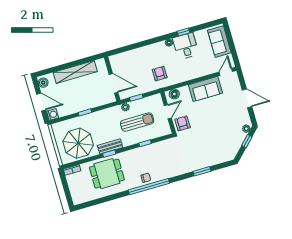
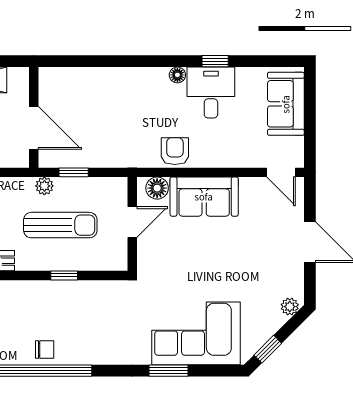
door: (226, 72) -> (281, 172), swing flipped
armchair: (160, 74) -> (175, 151), moved
sofa: (205, 89) -> (204, 197), moved
armchair: (183, 123) -> (157, 256), removed
window: (247, 141) -> (268, 349), moved
corner sofa: (209, 152) -> (196, 333), added

